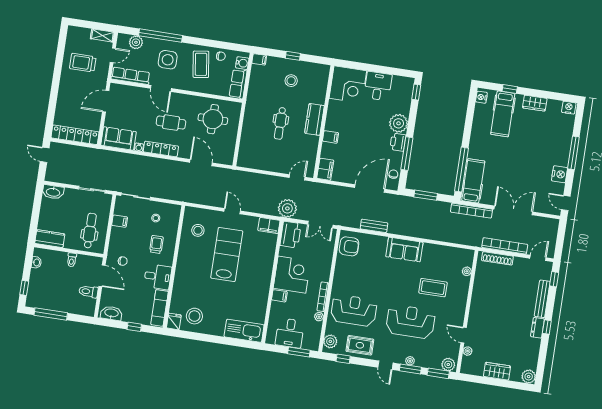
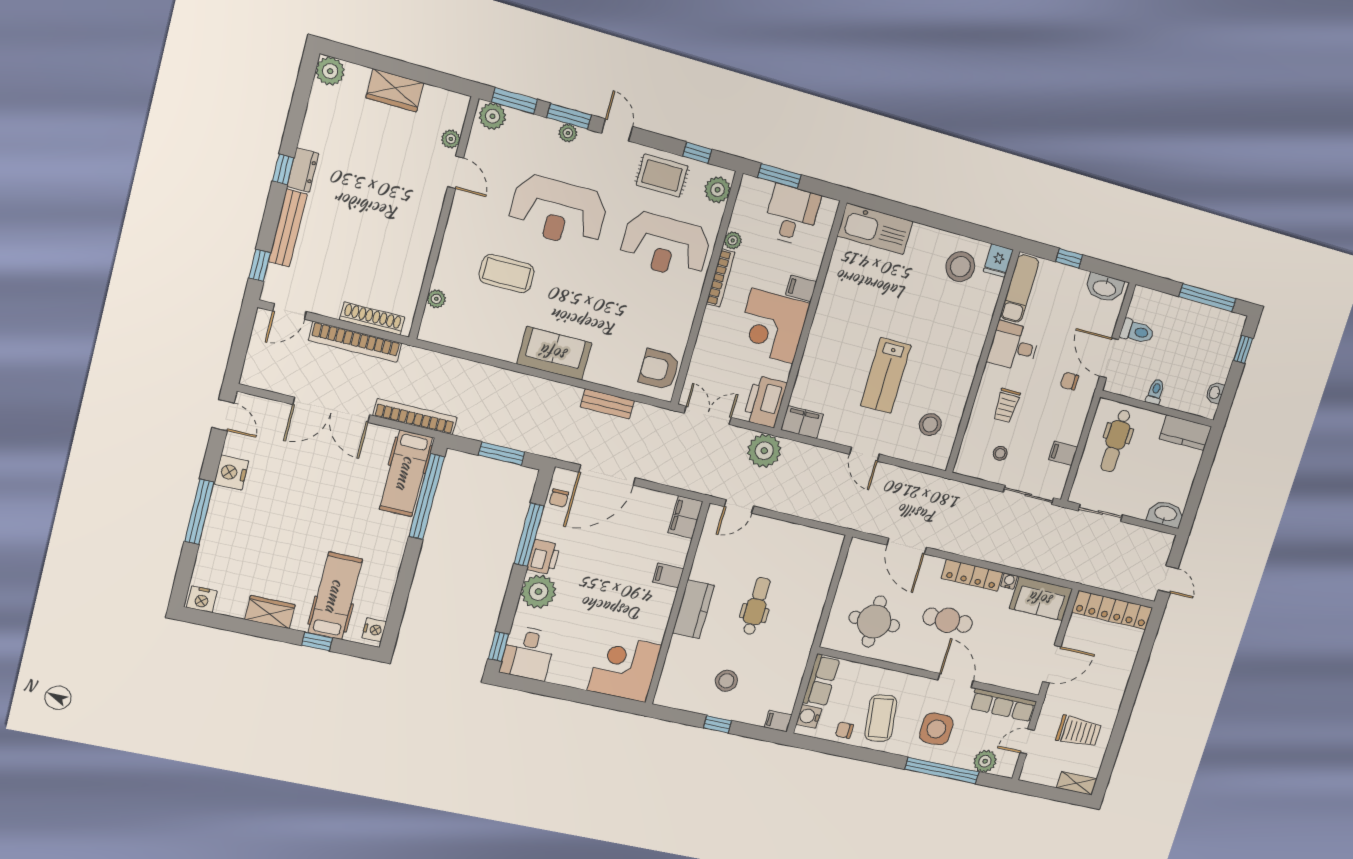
shelving: (102, 35) -> (1077, 783), moved
desk: (378, 86) -> (528, 653), moved
lab bench: (227, 254) -> (886, 375), width x0.73, depth x0.72

